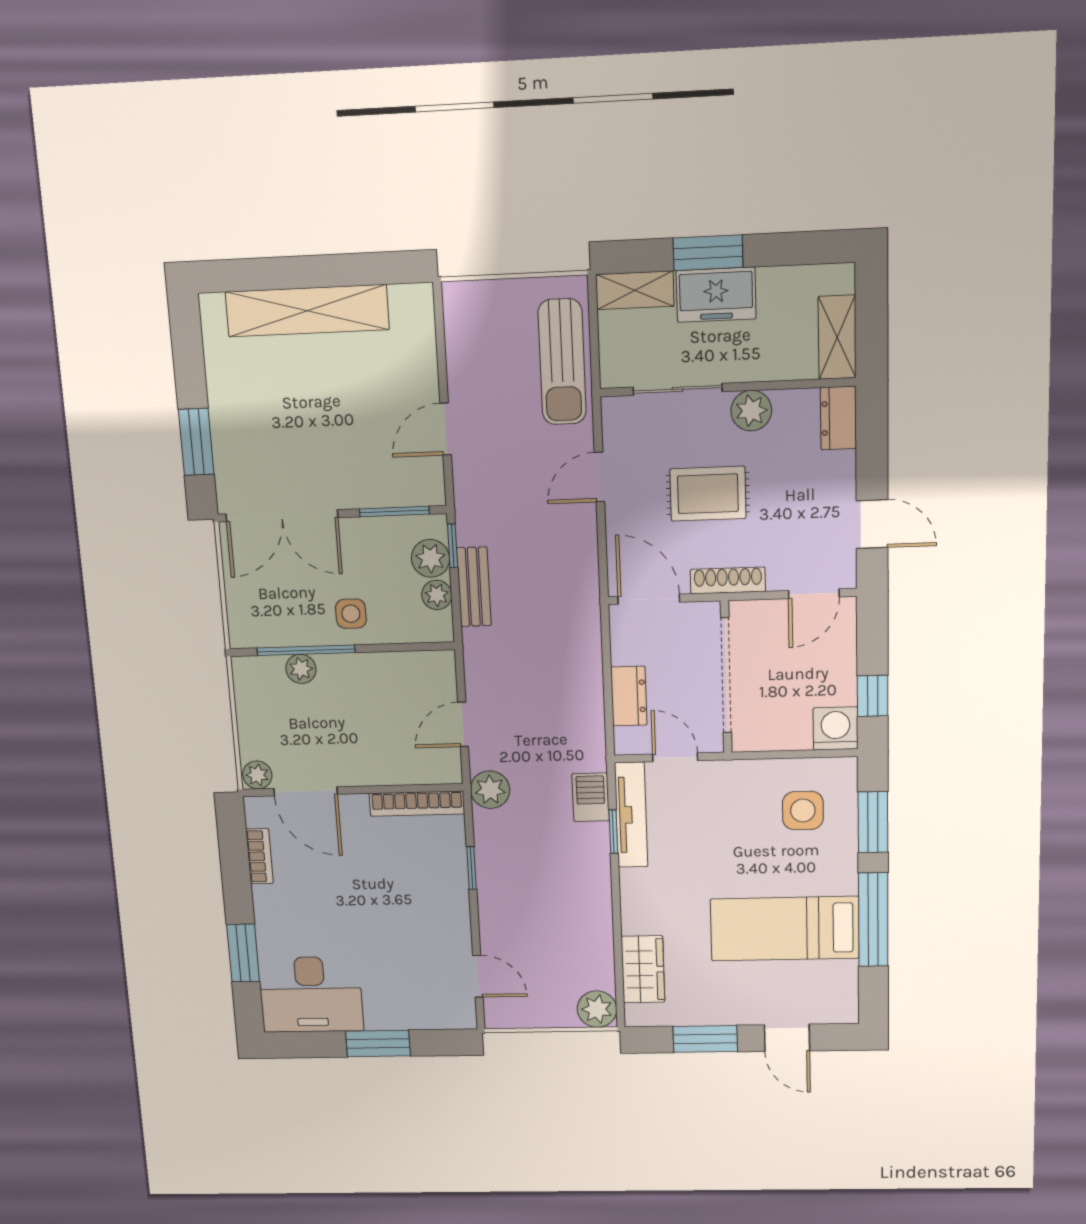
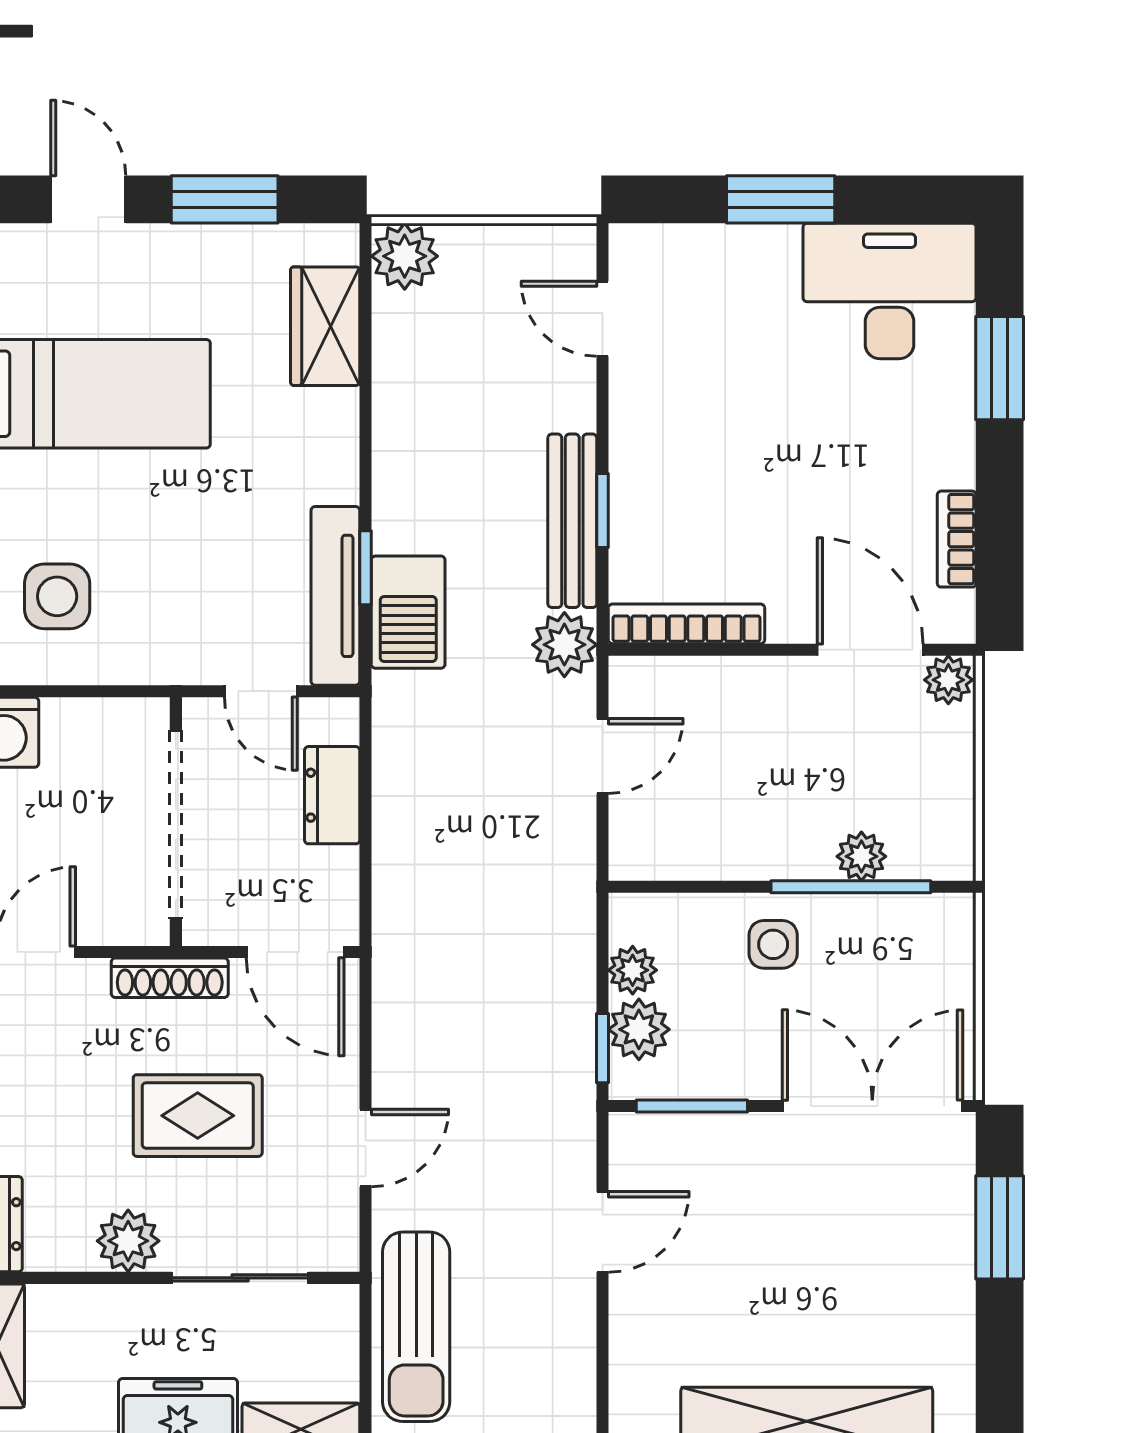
sun lounger: (562, 362) -> (416, 1327), turned 180
bench: (474, 587) -> (572, 521), moved, width x1.36
barbecue: (591, 797) -> (408, 612), width x1.38, depth x1.27

